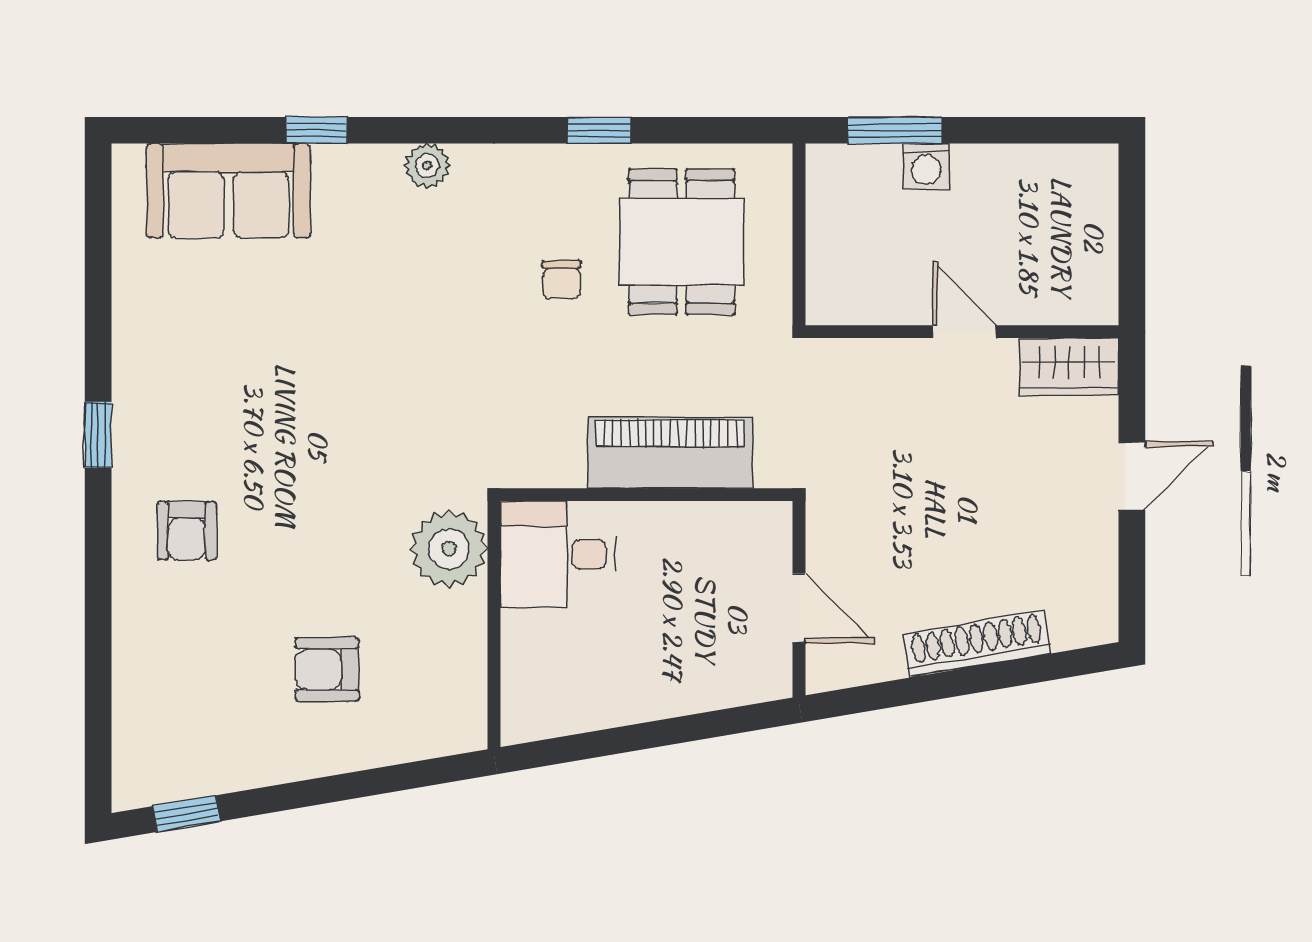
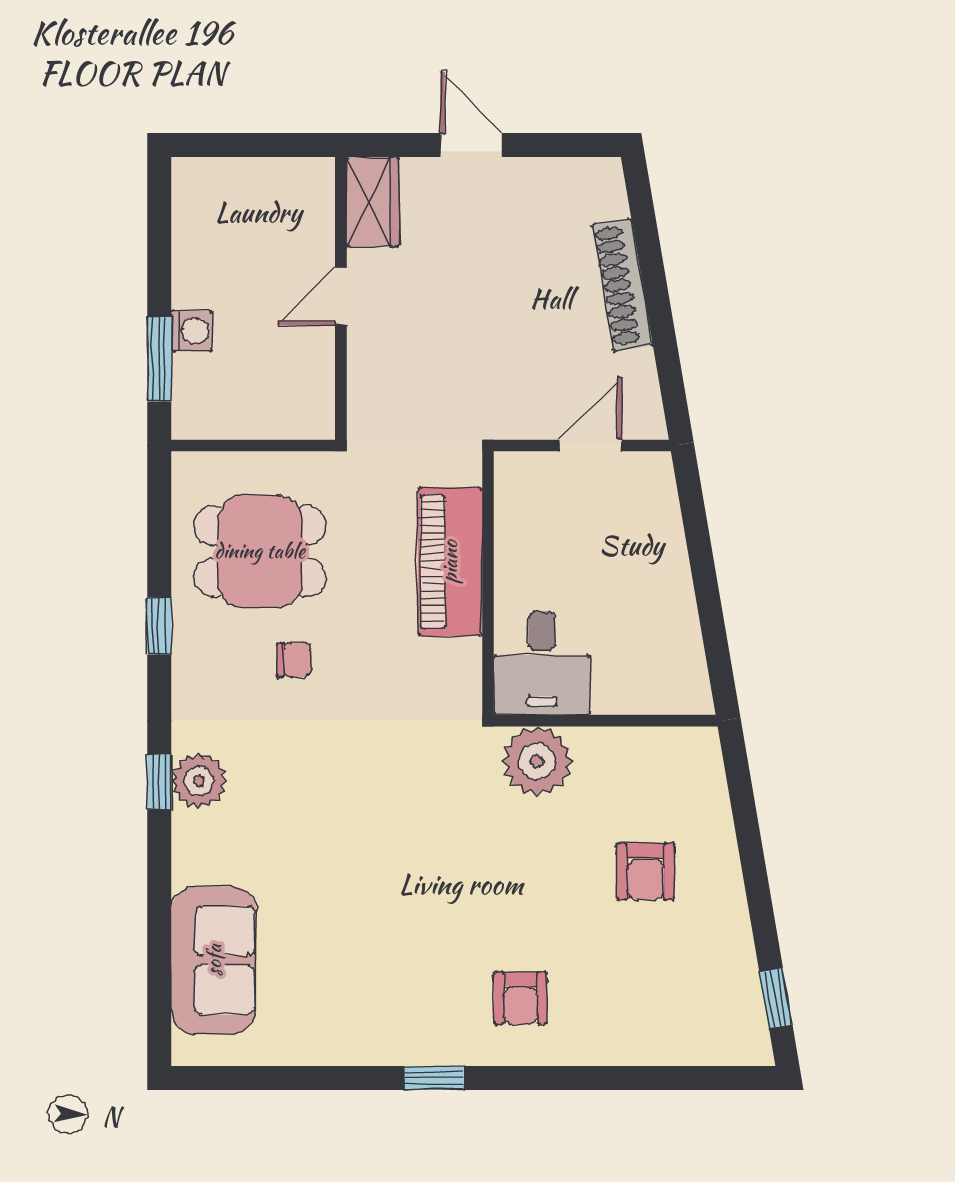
window: (316, 130) -> (159, 782), moved
plant: (427, 166) -> (199, 781), width x1.38, depth x1.38
armchair: (187, 531) -> (521, 998), turned 90

